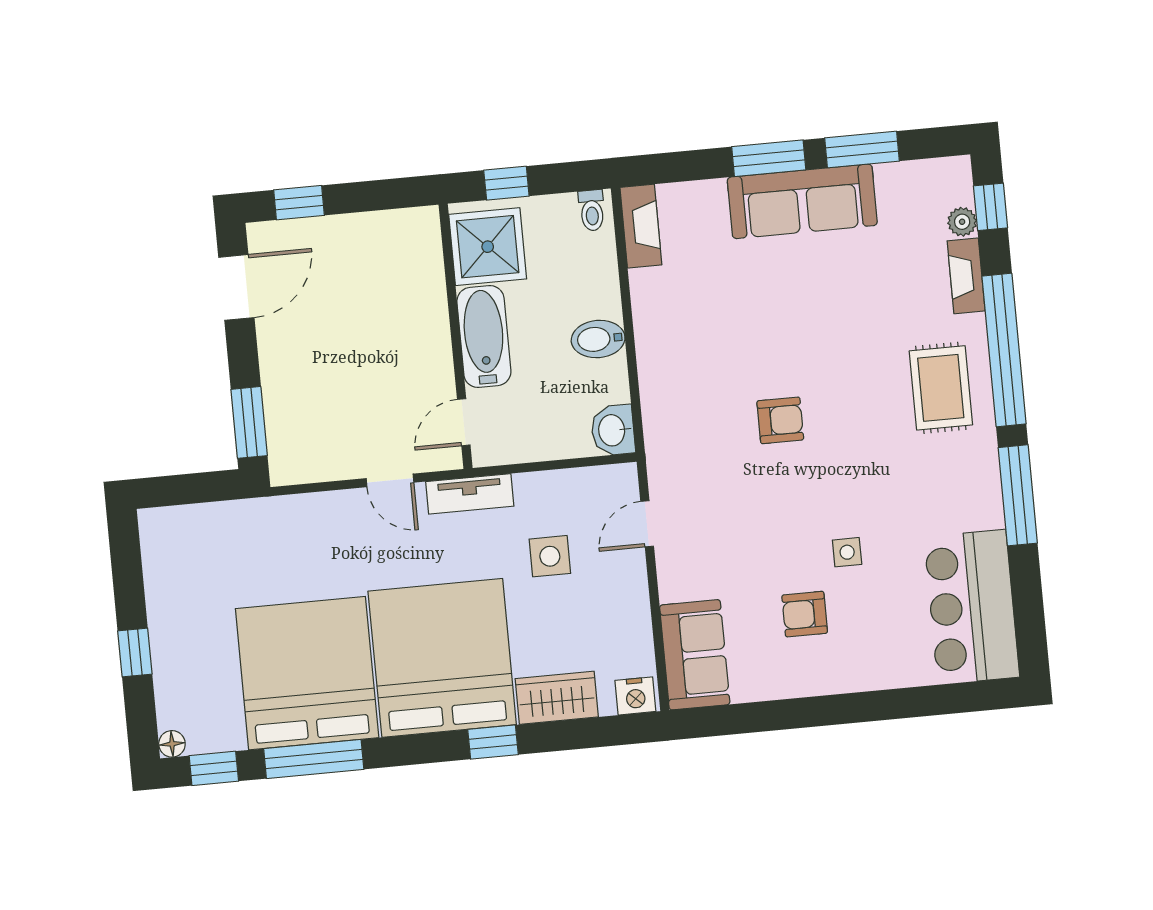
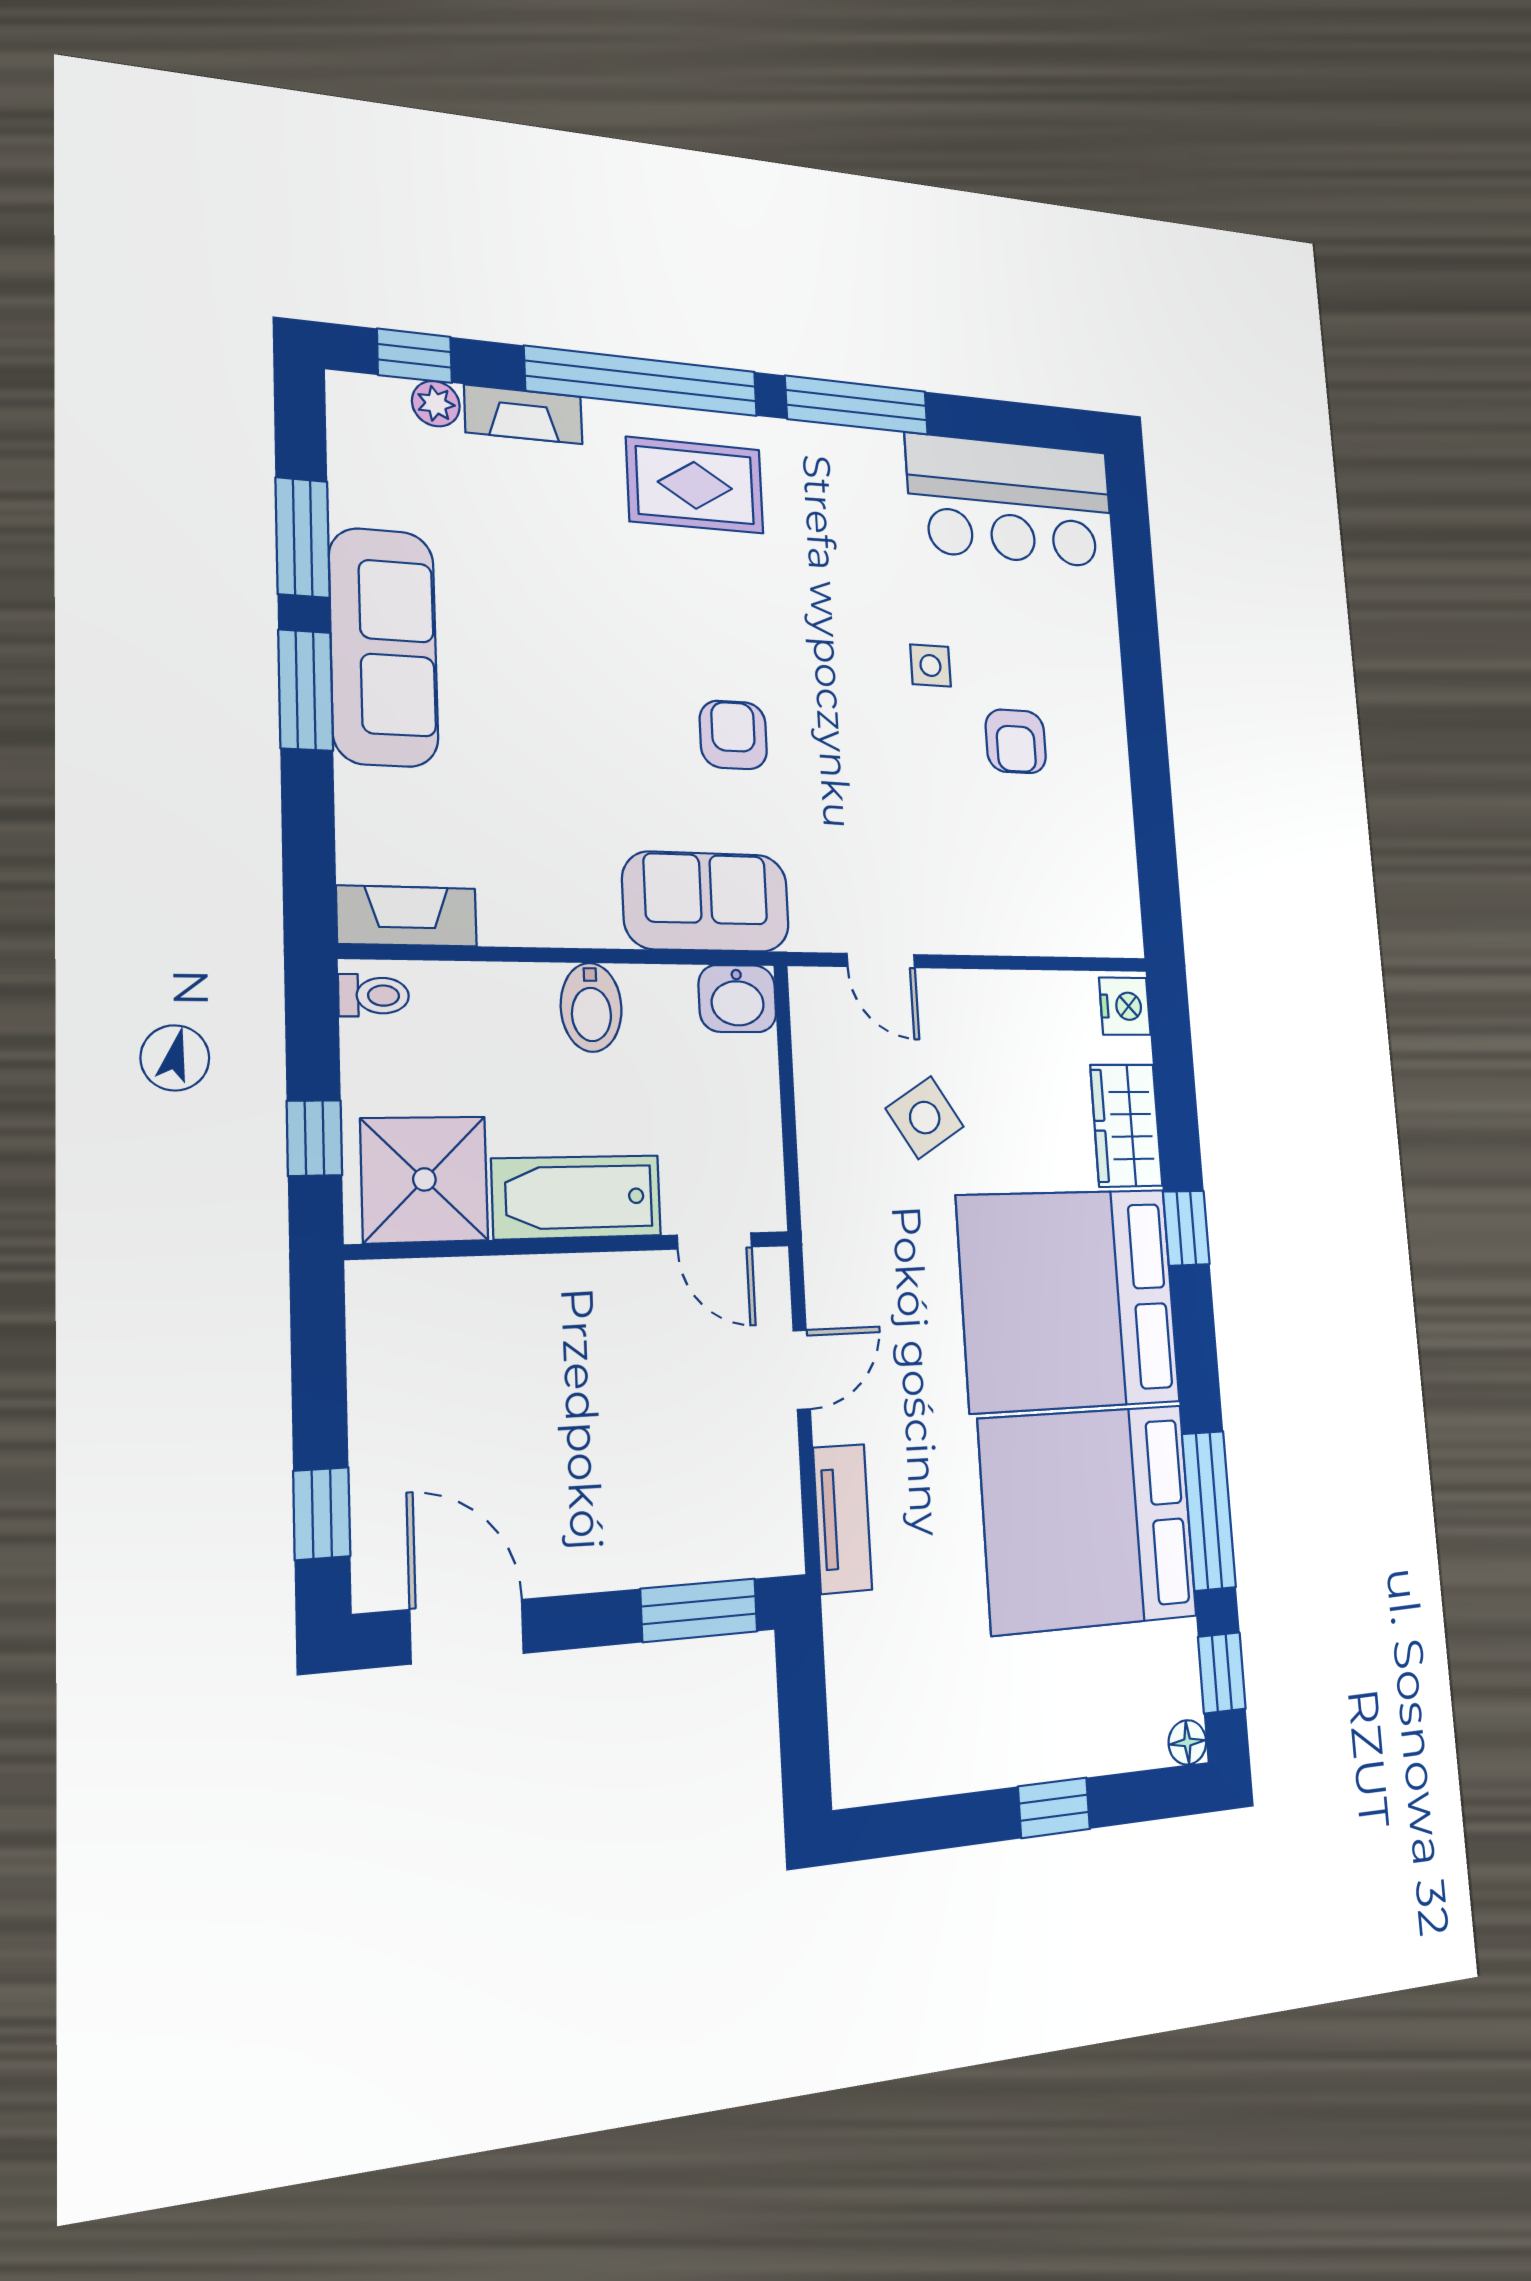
tv unit: (470, 494) -> (842, 1519), moved
side table: (550, 556) -> (925, 1118), turned -32
sofa: (695, 655) -> (706, 902), moved

